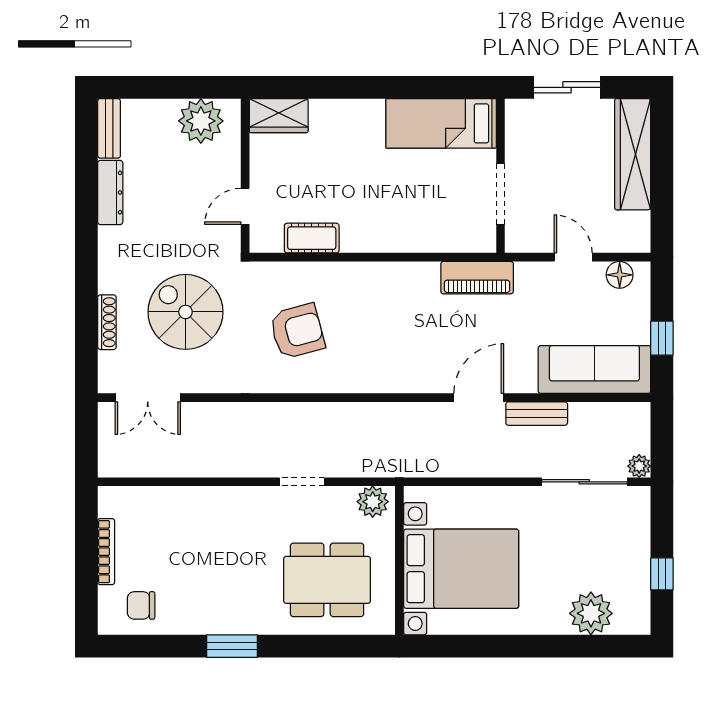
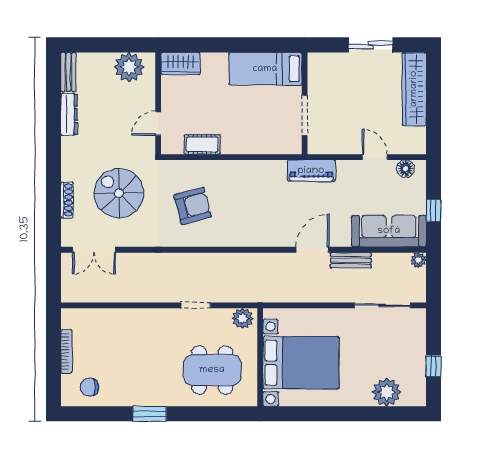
bed: (441, 123) -> (265, 69), moved
wall: (501, 176) -> (305, 103), moved
doorway: (501, 194) -> (305, 115), moved
plant: (639, 466) -> (418, 260), moved

